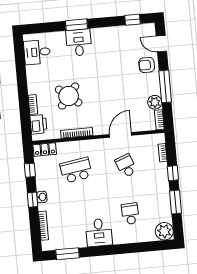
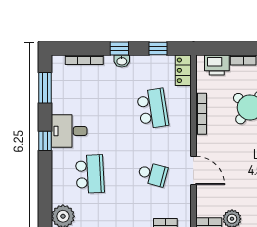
school desk: (126, 166) -> (153, 174), turned 36
school desk: (130, 214) -> (90, 174), width x1.85
window: (108, 250) -> (45, 141), added

